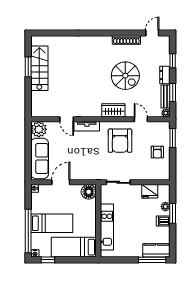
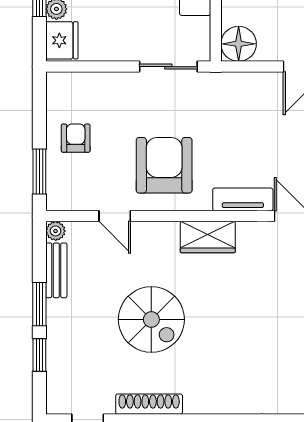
dresser: (165, 75) -> (58, 321), removed
spiral stairs: (125, 76) -> (151, 320), turned 180
window: (173, 92) -> (39, 304), moved
wardrobe: (113, 110) -> (208, 237), moved
fridge: (150, 191) -> (62, 40), moved, turned 90

